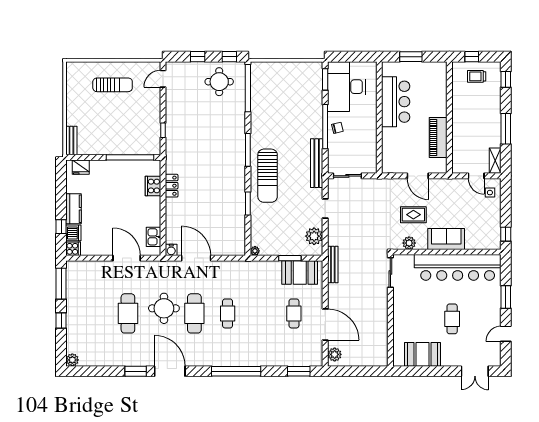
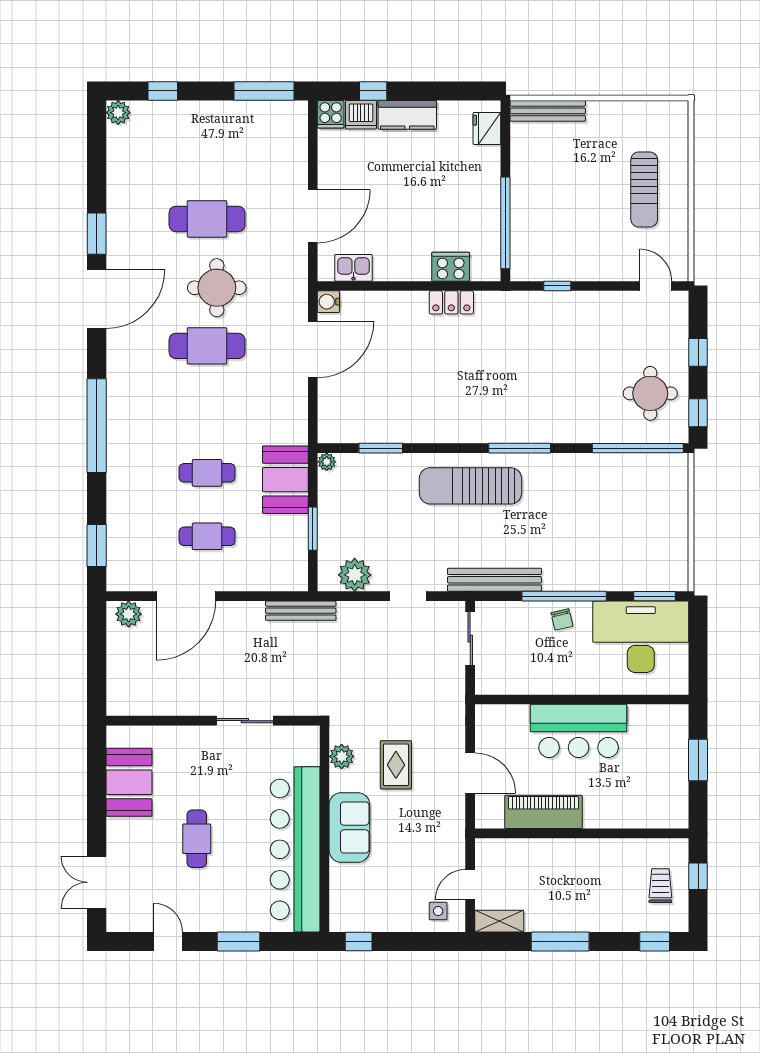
bar counter: (396, 102) -> (579, 731), moved
bench: (71, 141) -> (548, 111), width x1.36
door: (418, 176) -> (470, 773), swing flipped
window: (248, 203) -> (381, 448), moved
booth: (300, 272) -> (285, 480), moved
sliding door: (390, 273) -> (245, 721), moved
cafe table: (228, 313) -> (207, 473), moved
cafe table: (452, 319) -> (197, 839), turned 90
window: (61, 321) -> (163, 91), moved

